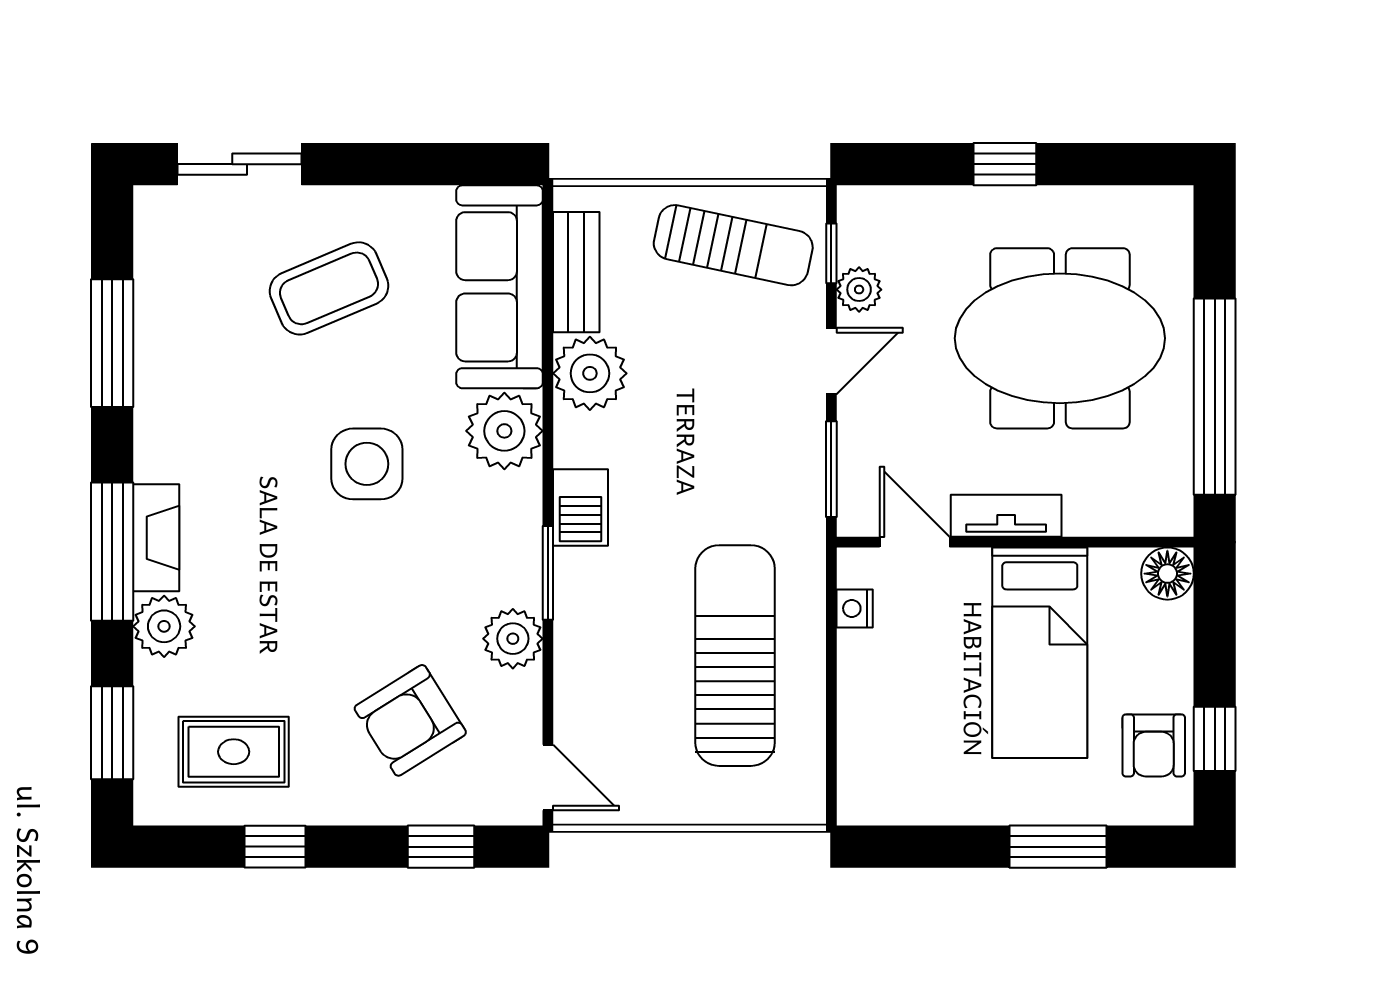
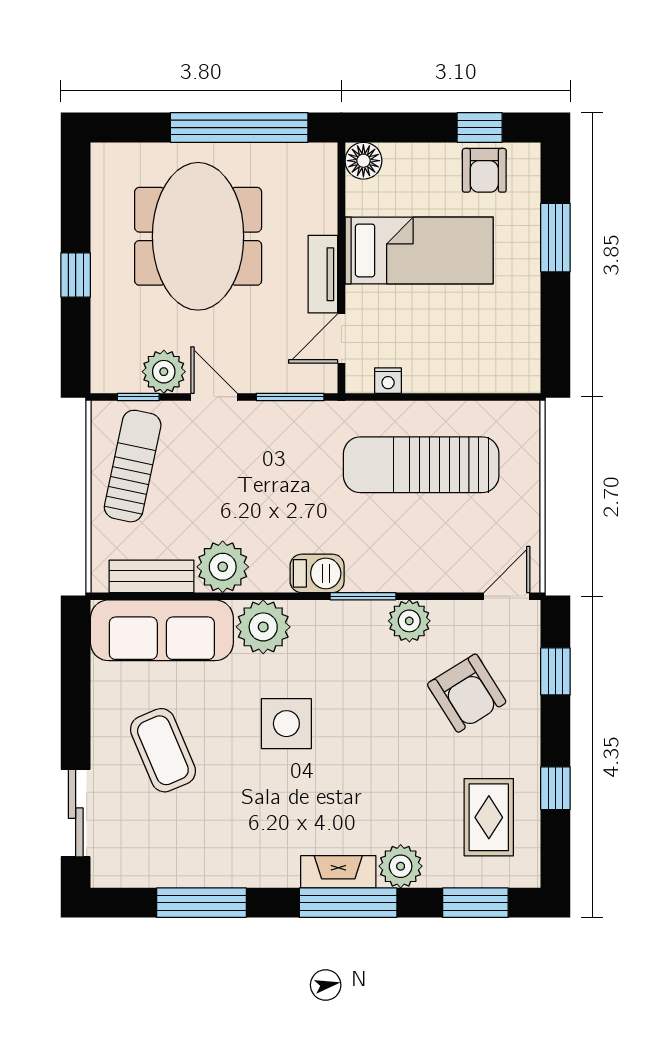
plant: (859, 290) -> (164, 372), width x1.38, depth x1.38
armchair: (1154, 745) -> (484, 170), turned 90

